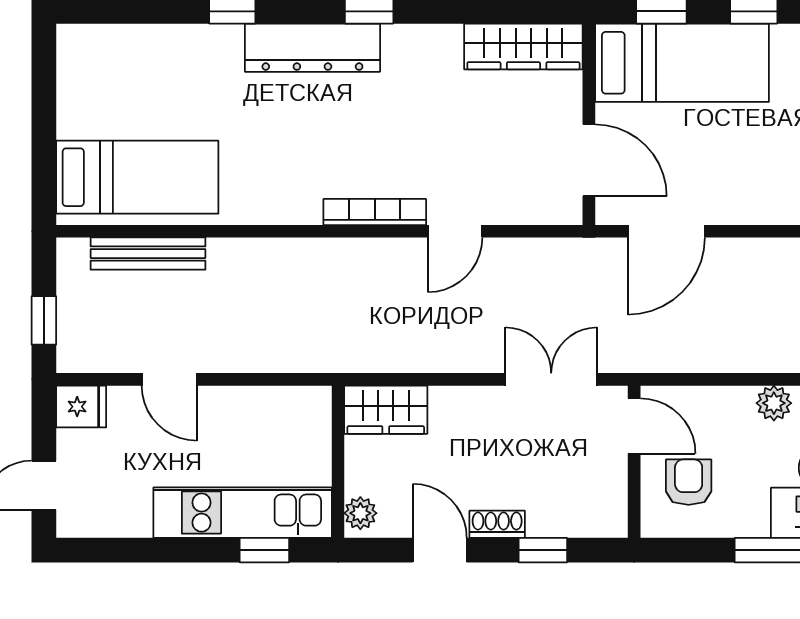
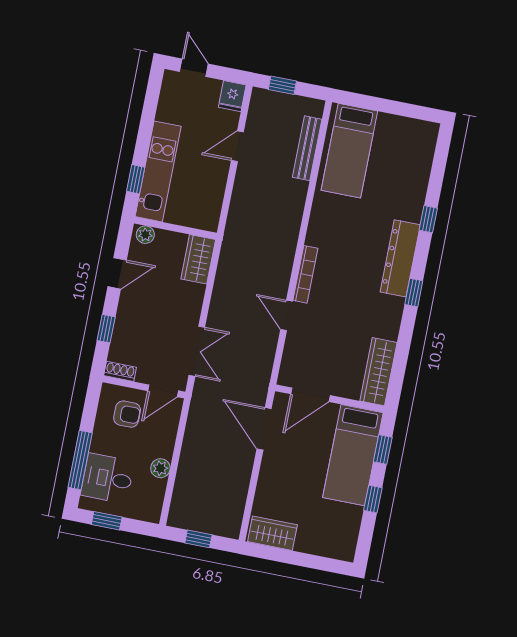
shoe rack: (497, 524) -> (120, 371), moved, turned -90

